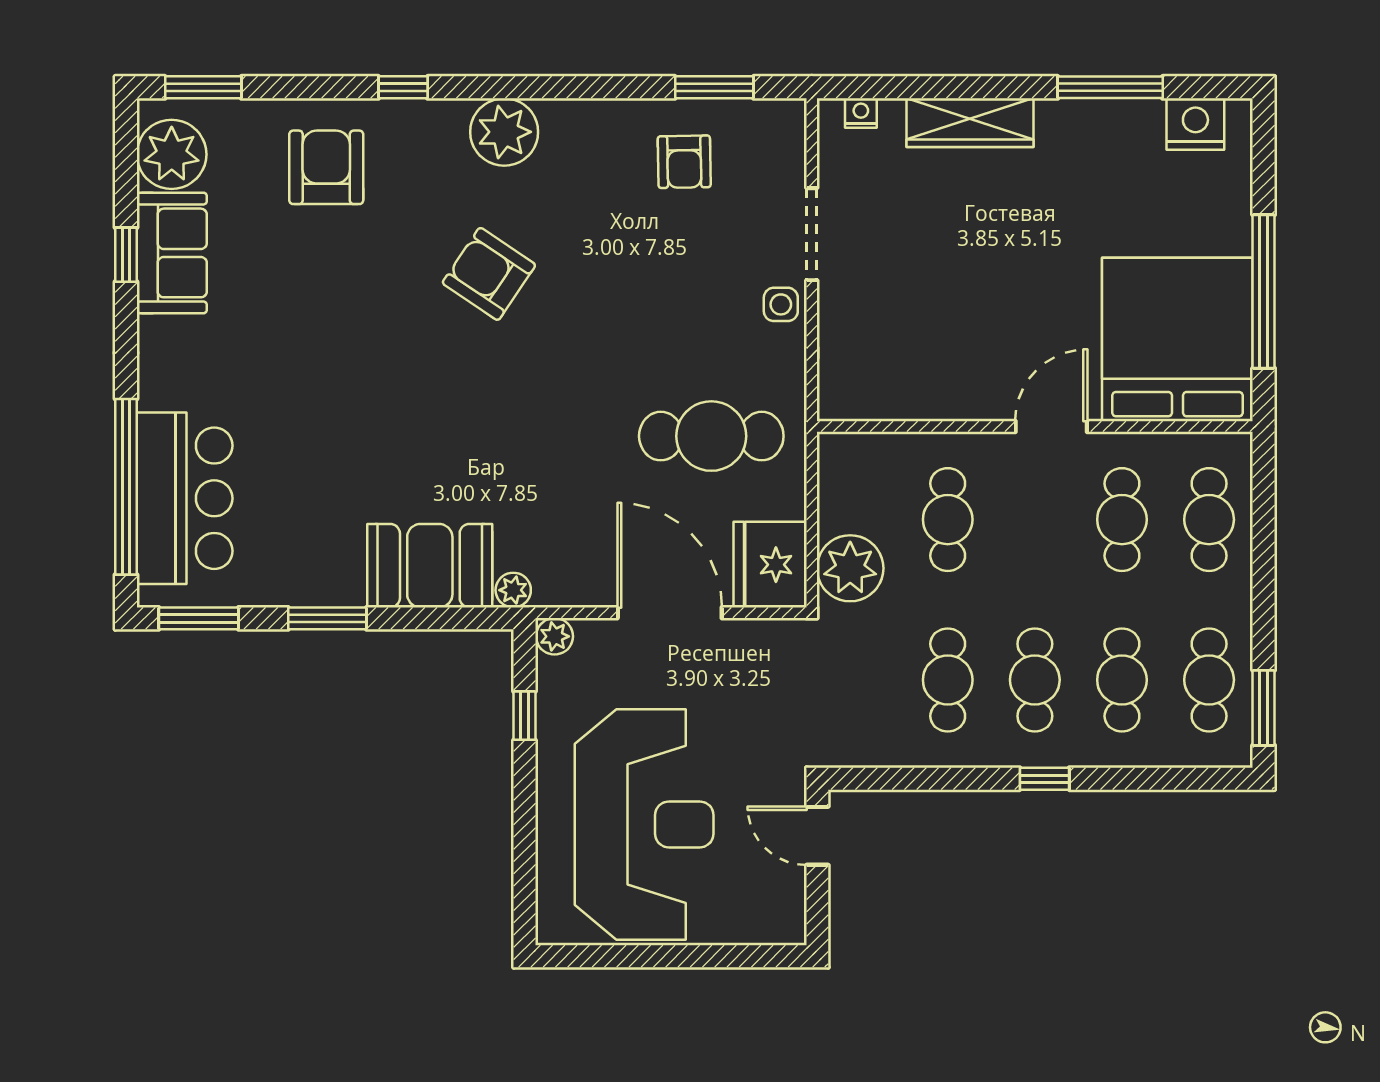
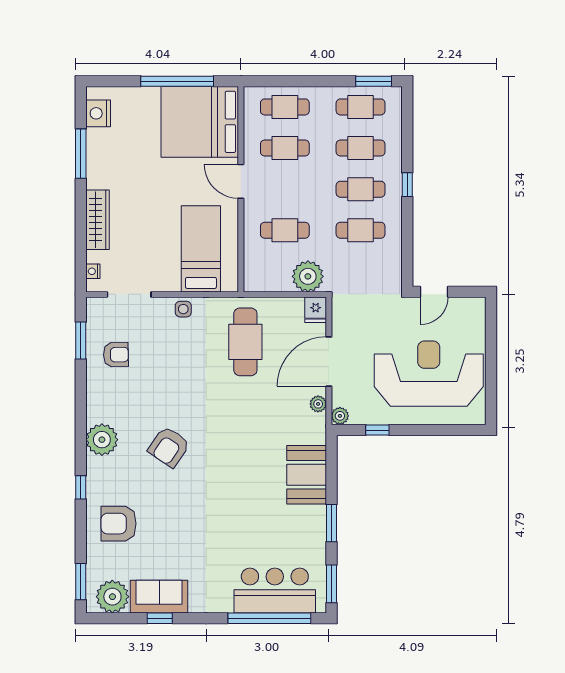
doorway: (812, 234) -> (129, 294), moved
bed: (909, 342) -> (201, 249), added
fridge: (770, 565) -> (316, 310), width x0.53, depth x0.75
plant: (513, 590) -> (318, 404), moved

